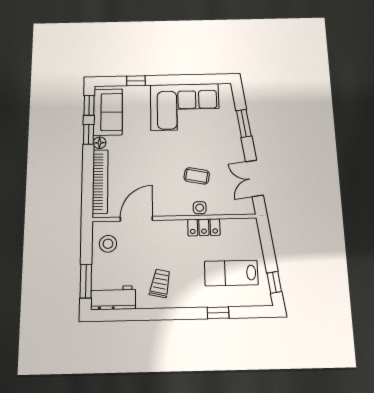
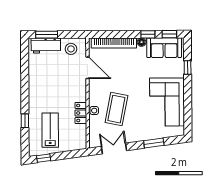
coffee table: (197, 176) -> (116, 109), width x1.86, depth x1.72
trolley: (160, 283) -> (44, 83), removed
workbench: (113, 298) -> (46, 46), moved, turned 90

